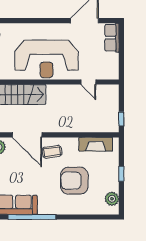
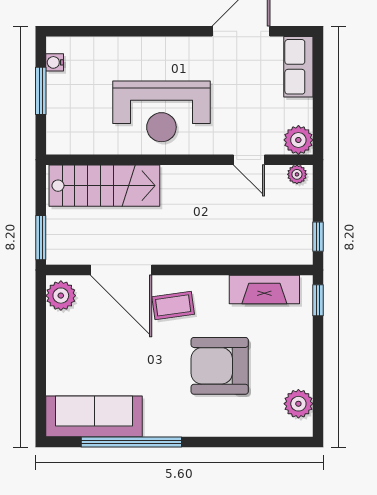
reception desk: (46, 59) -> (161, 111), width x0.74, depth x0.77
plant: (112, 73) -> (298, 140), added
plant: (111, 89) -> (297, 174), added
window: (121, 174) -> (318, 300), moved

